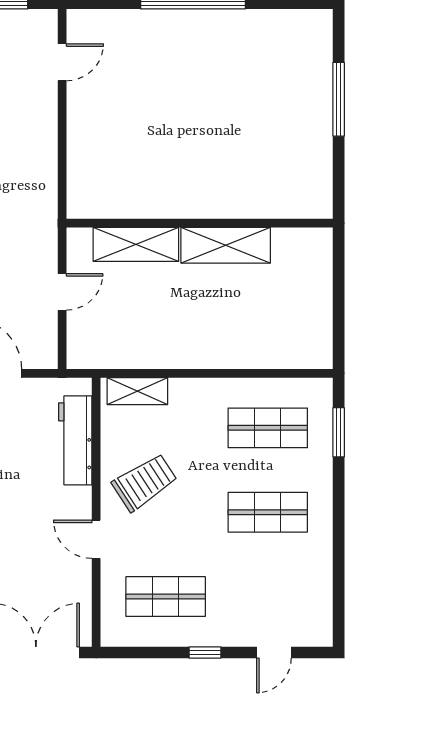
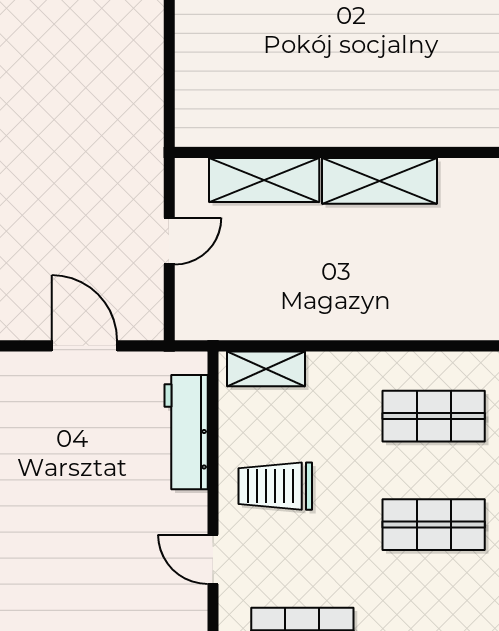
trolley: (145, 482) -> (275, 486), turned -147

